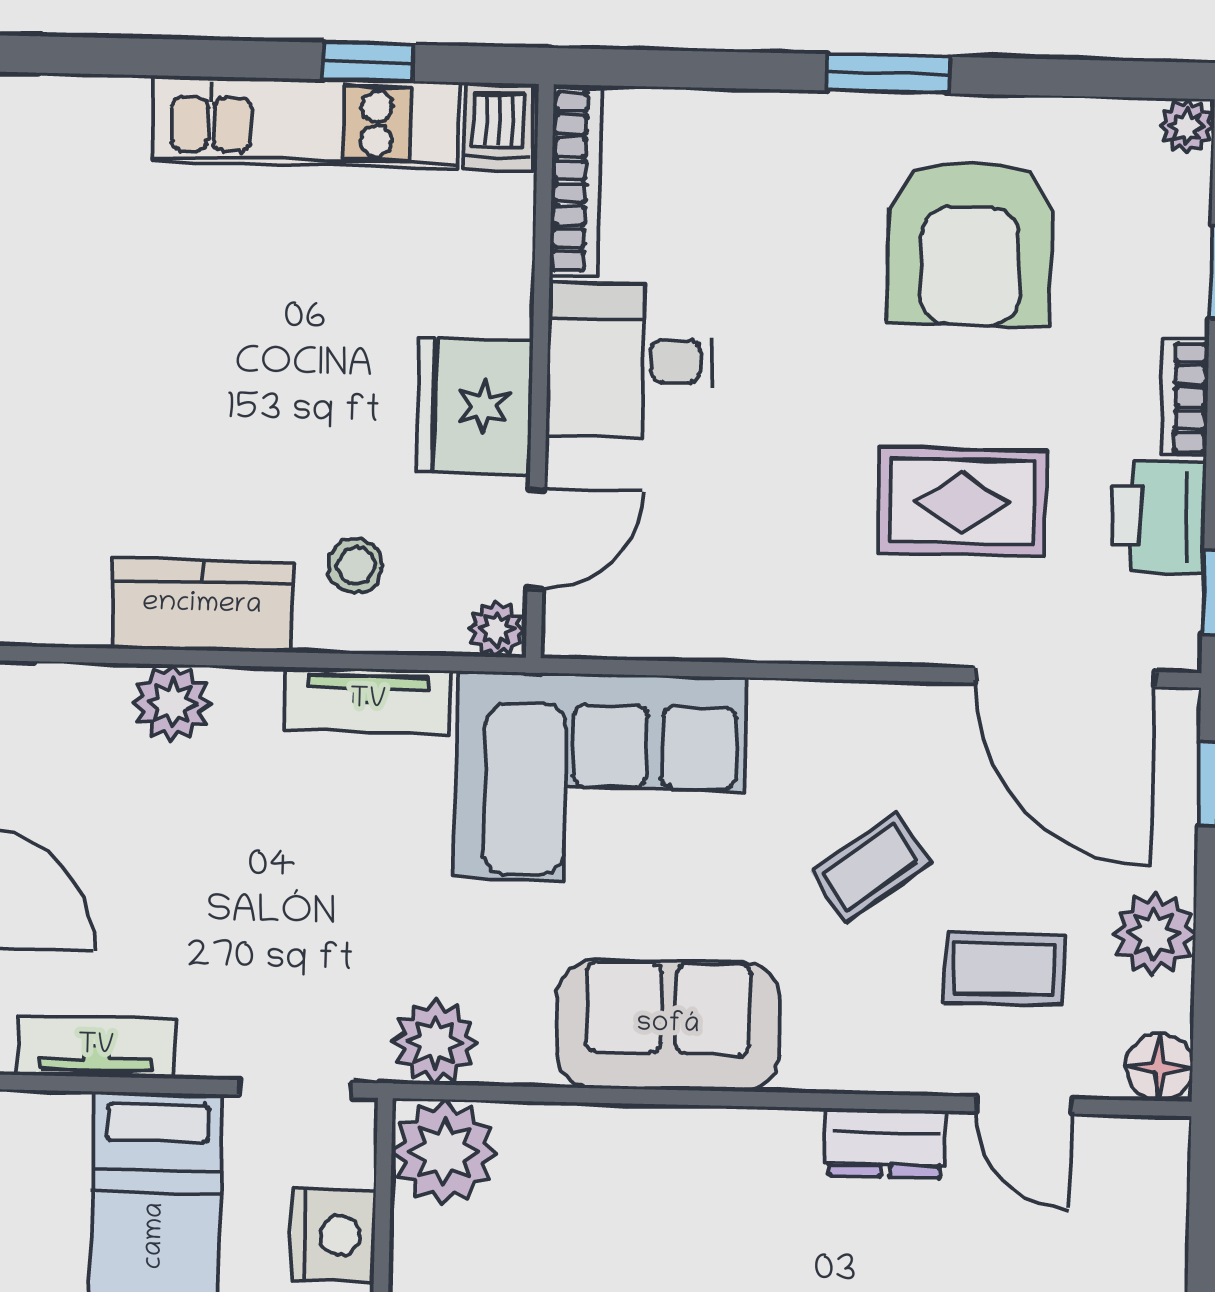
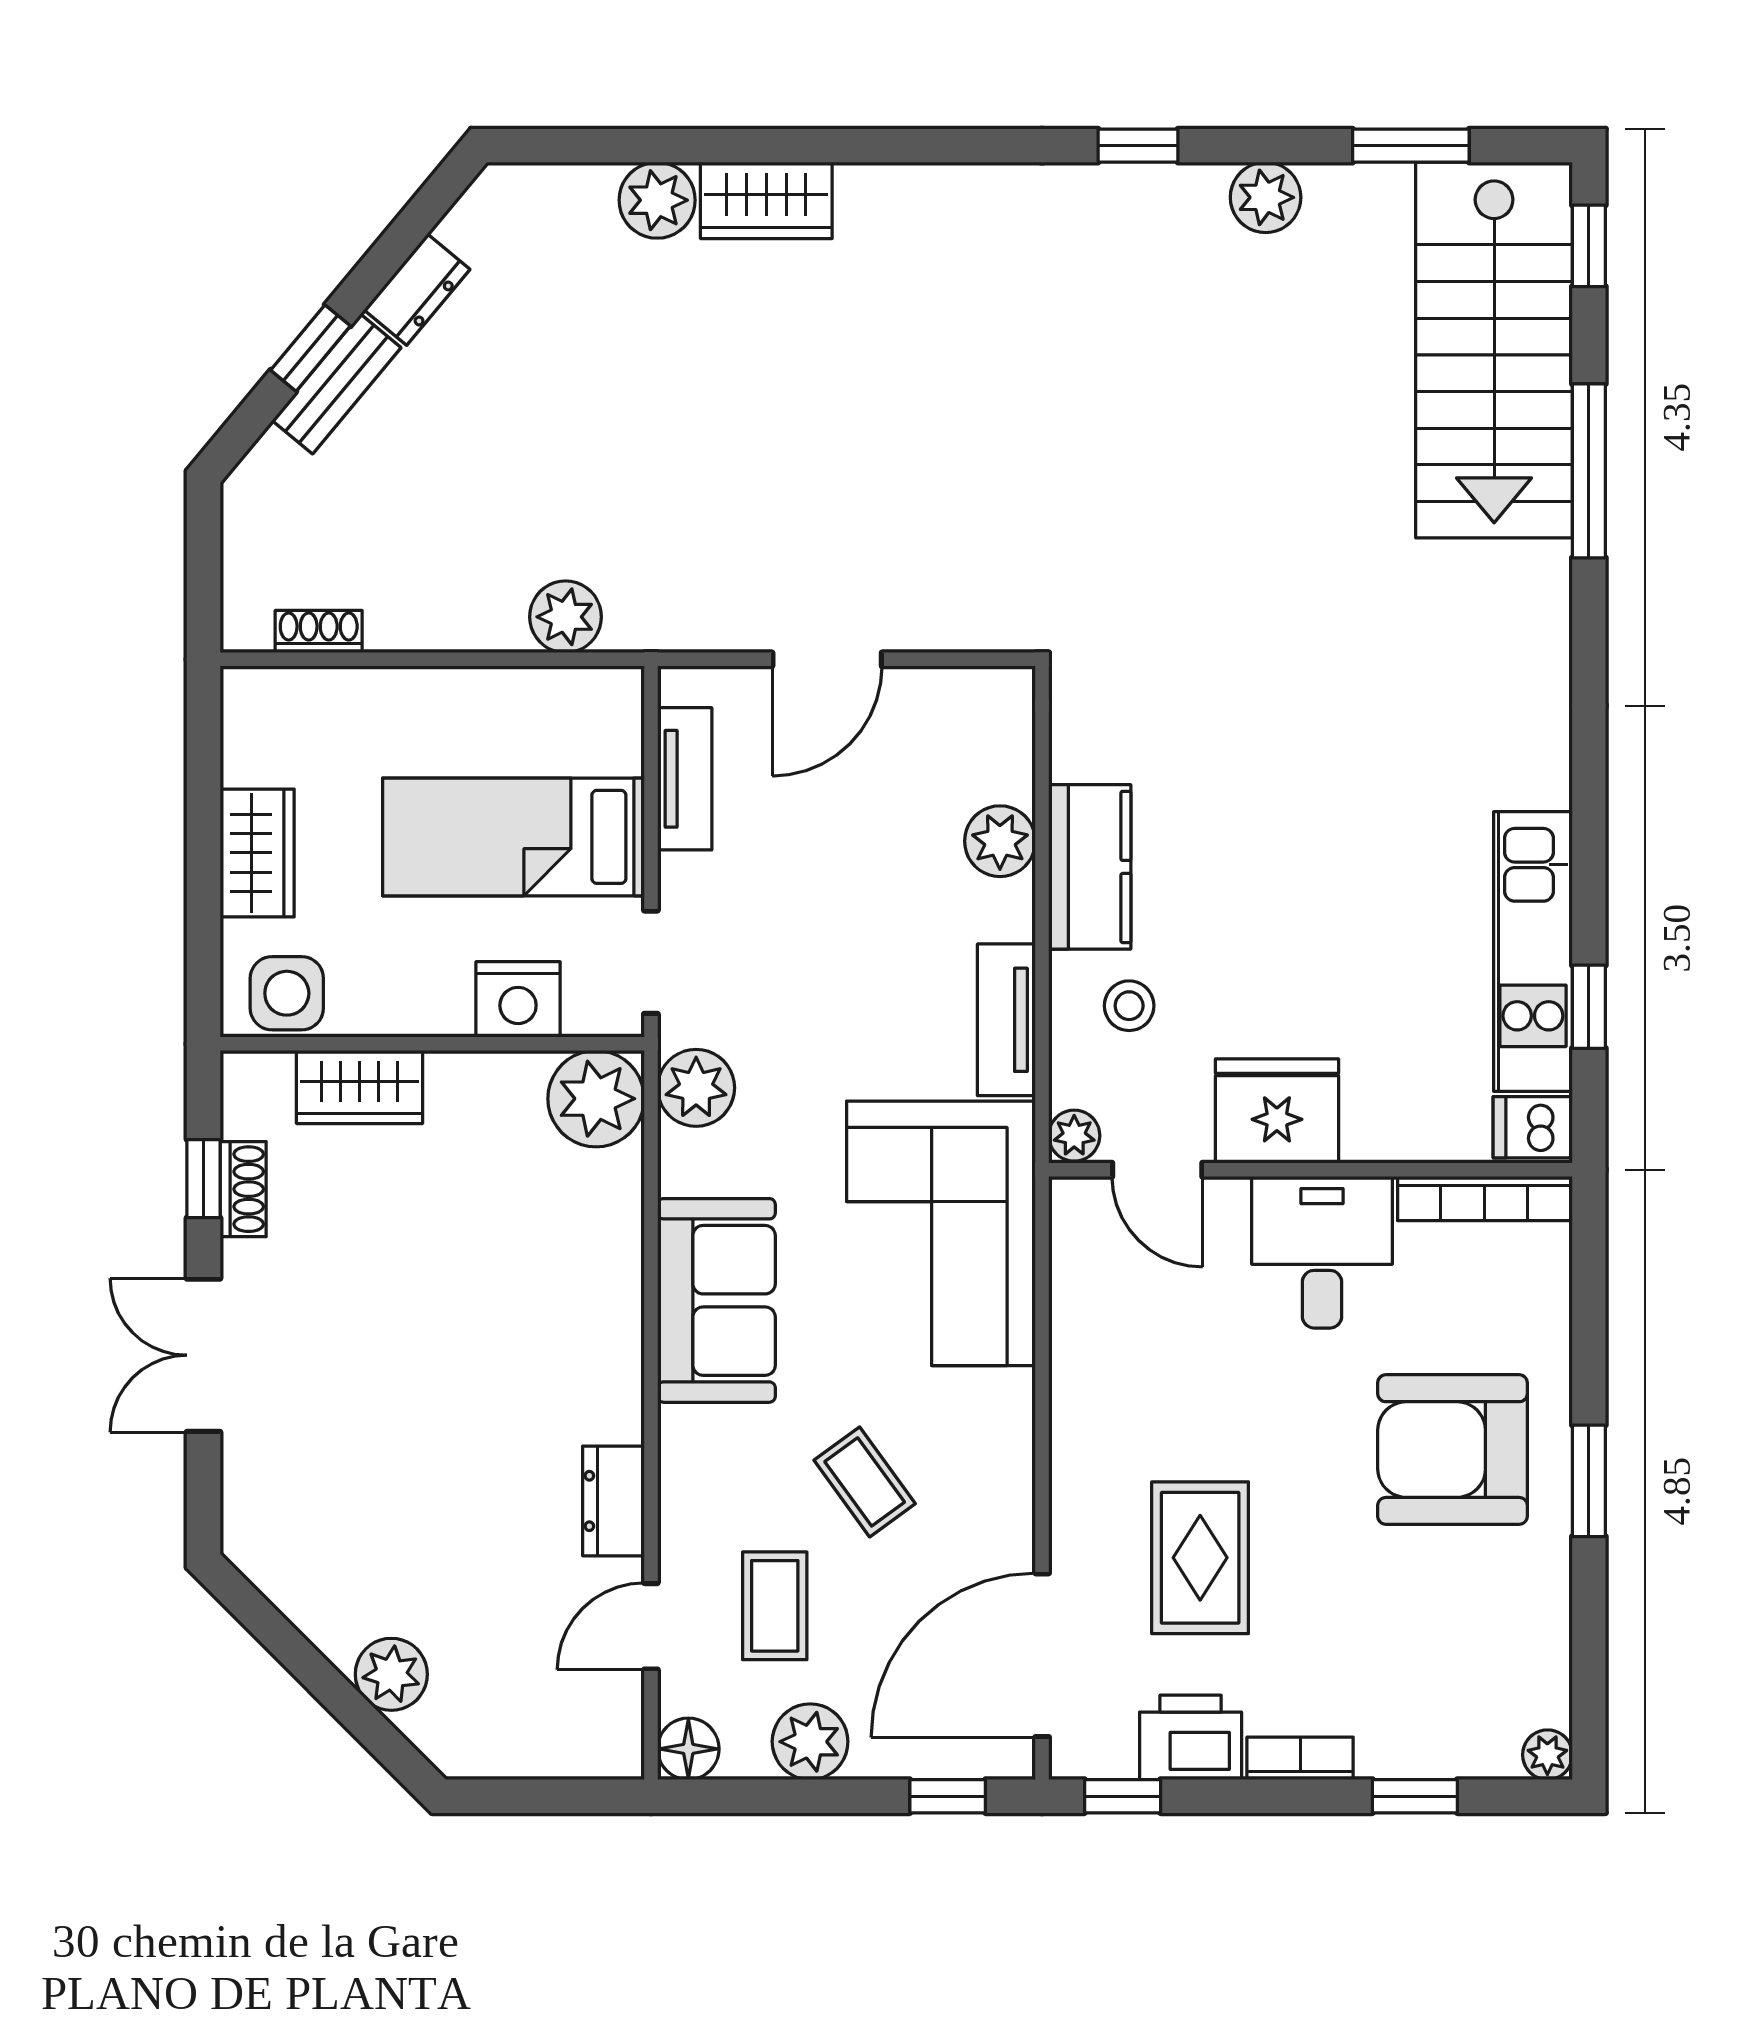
armchair: (970, 243) -> (1453, 1450), moved

